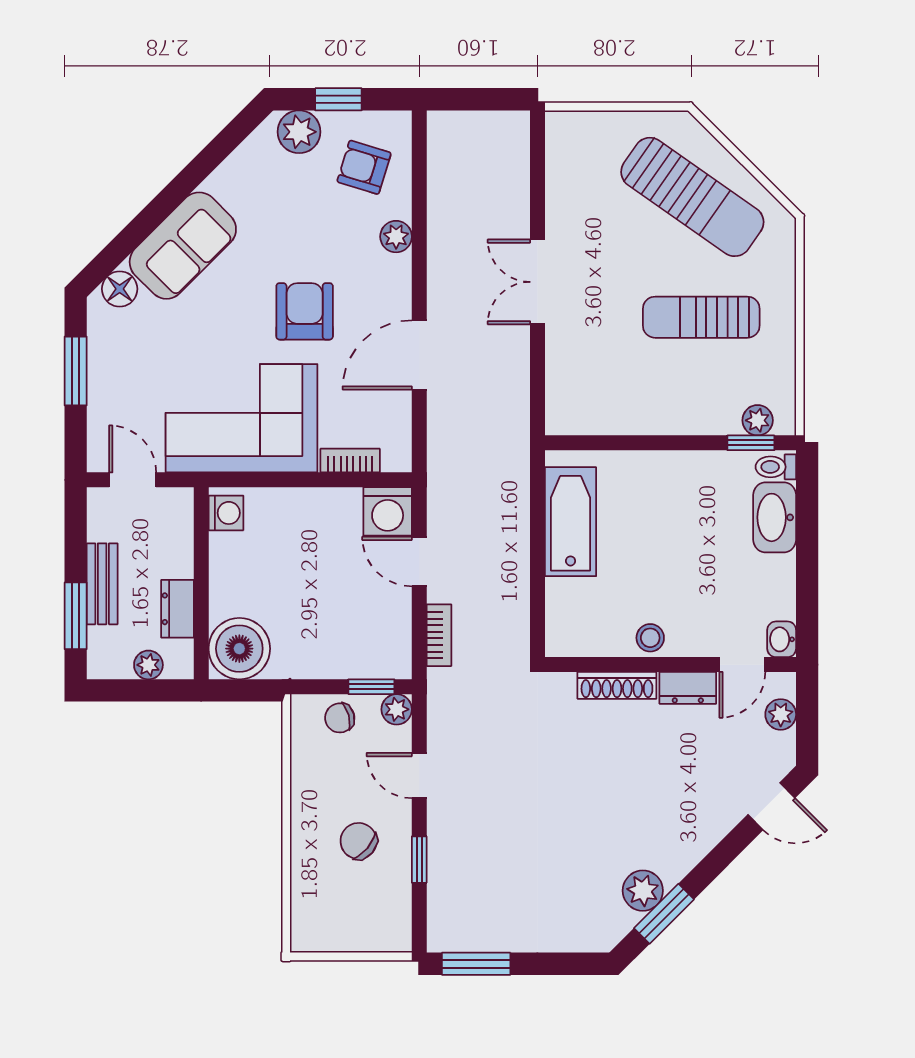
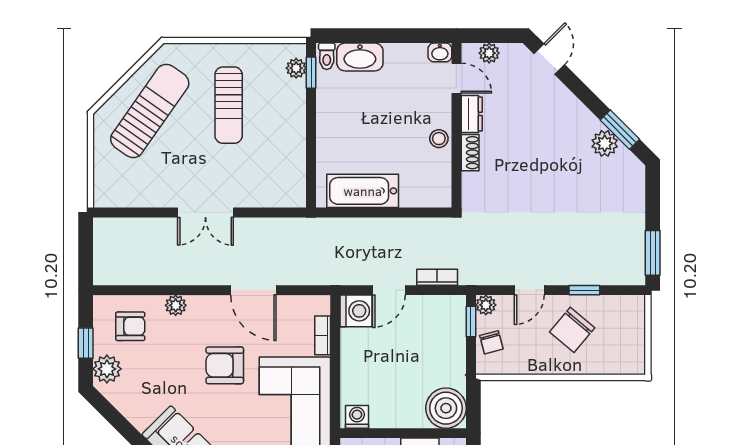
armchair: (364, 167) -> (130, 326), turned -107
shoe rack: (617, 685) -> (470, 153), width x0.70
chair: (359, 841) -> (572, 330), width x1.37, depth x1.37

